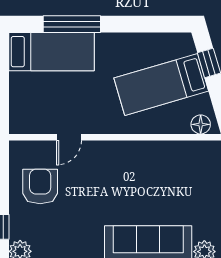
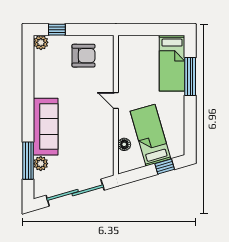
floor lamp: (201, 124) -> (124, 144), moved
door: (69, 137) -> (116, 100), moved

